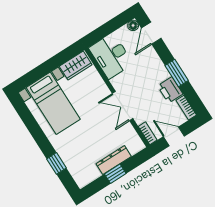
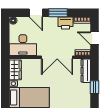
door: (151, 33) -> (36, 13), moved
double door: (123, 106) -> (57, 57), width x1.37
door: (174, 136) -> (95, 38), hinge flipped
dresser: (114, 160) -> (86, 71), moved

